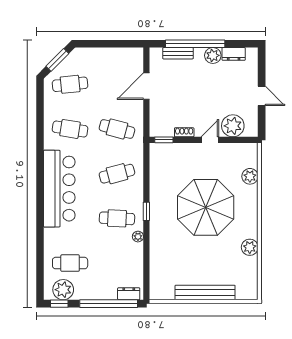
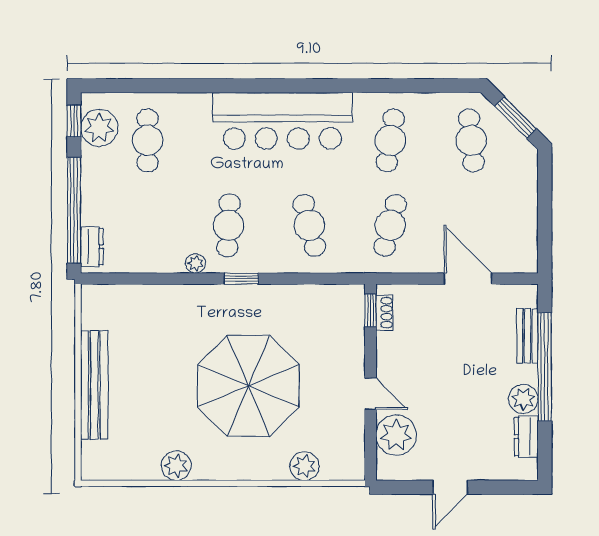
shoe rack: (184, 132) -> (384, 313), moved

